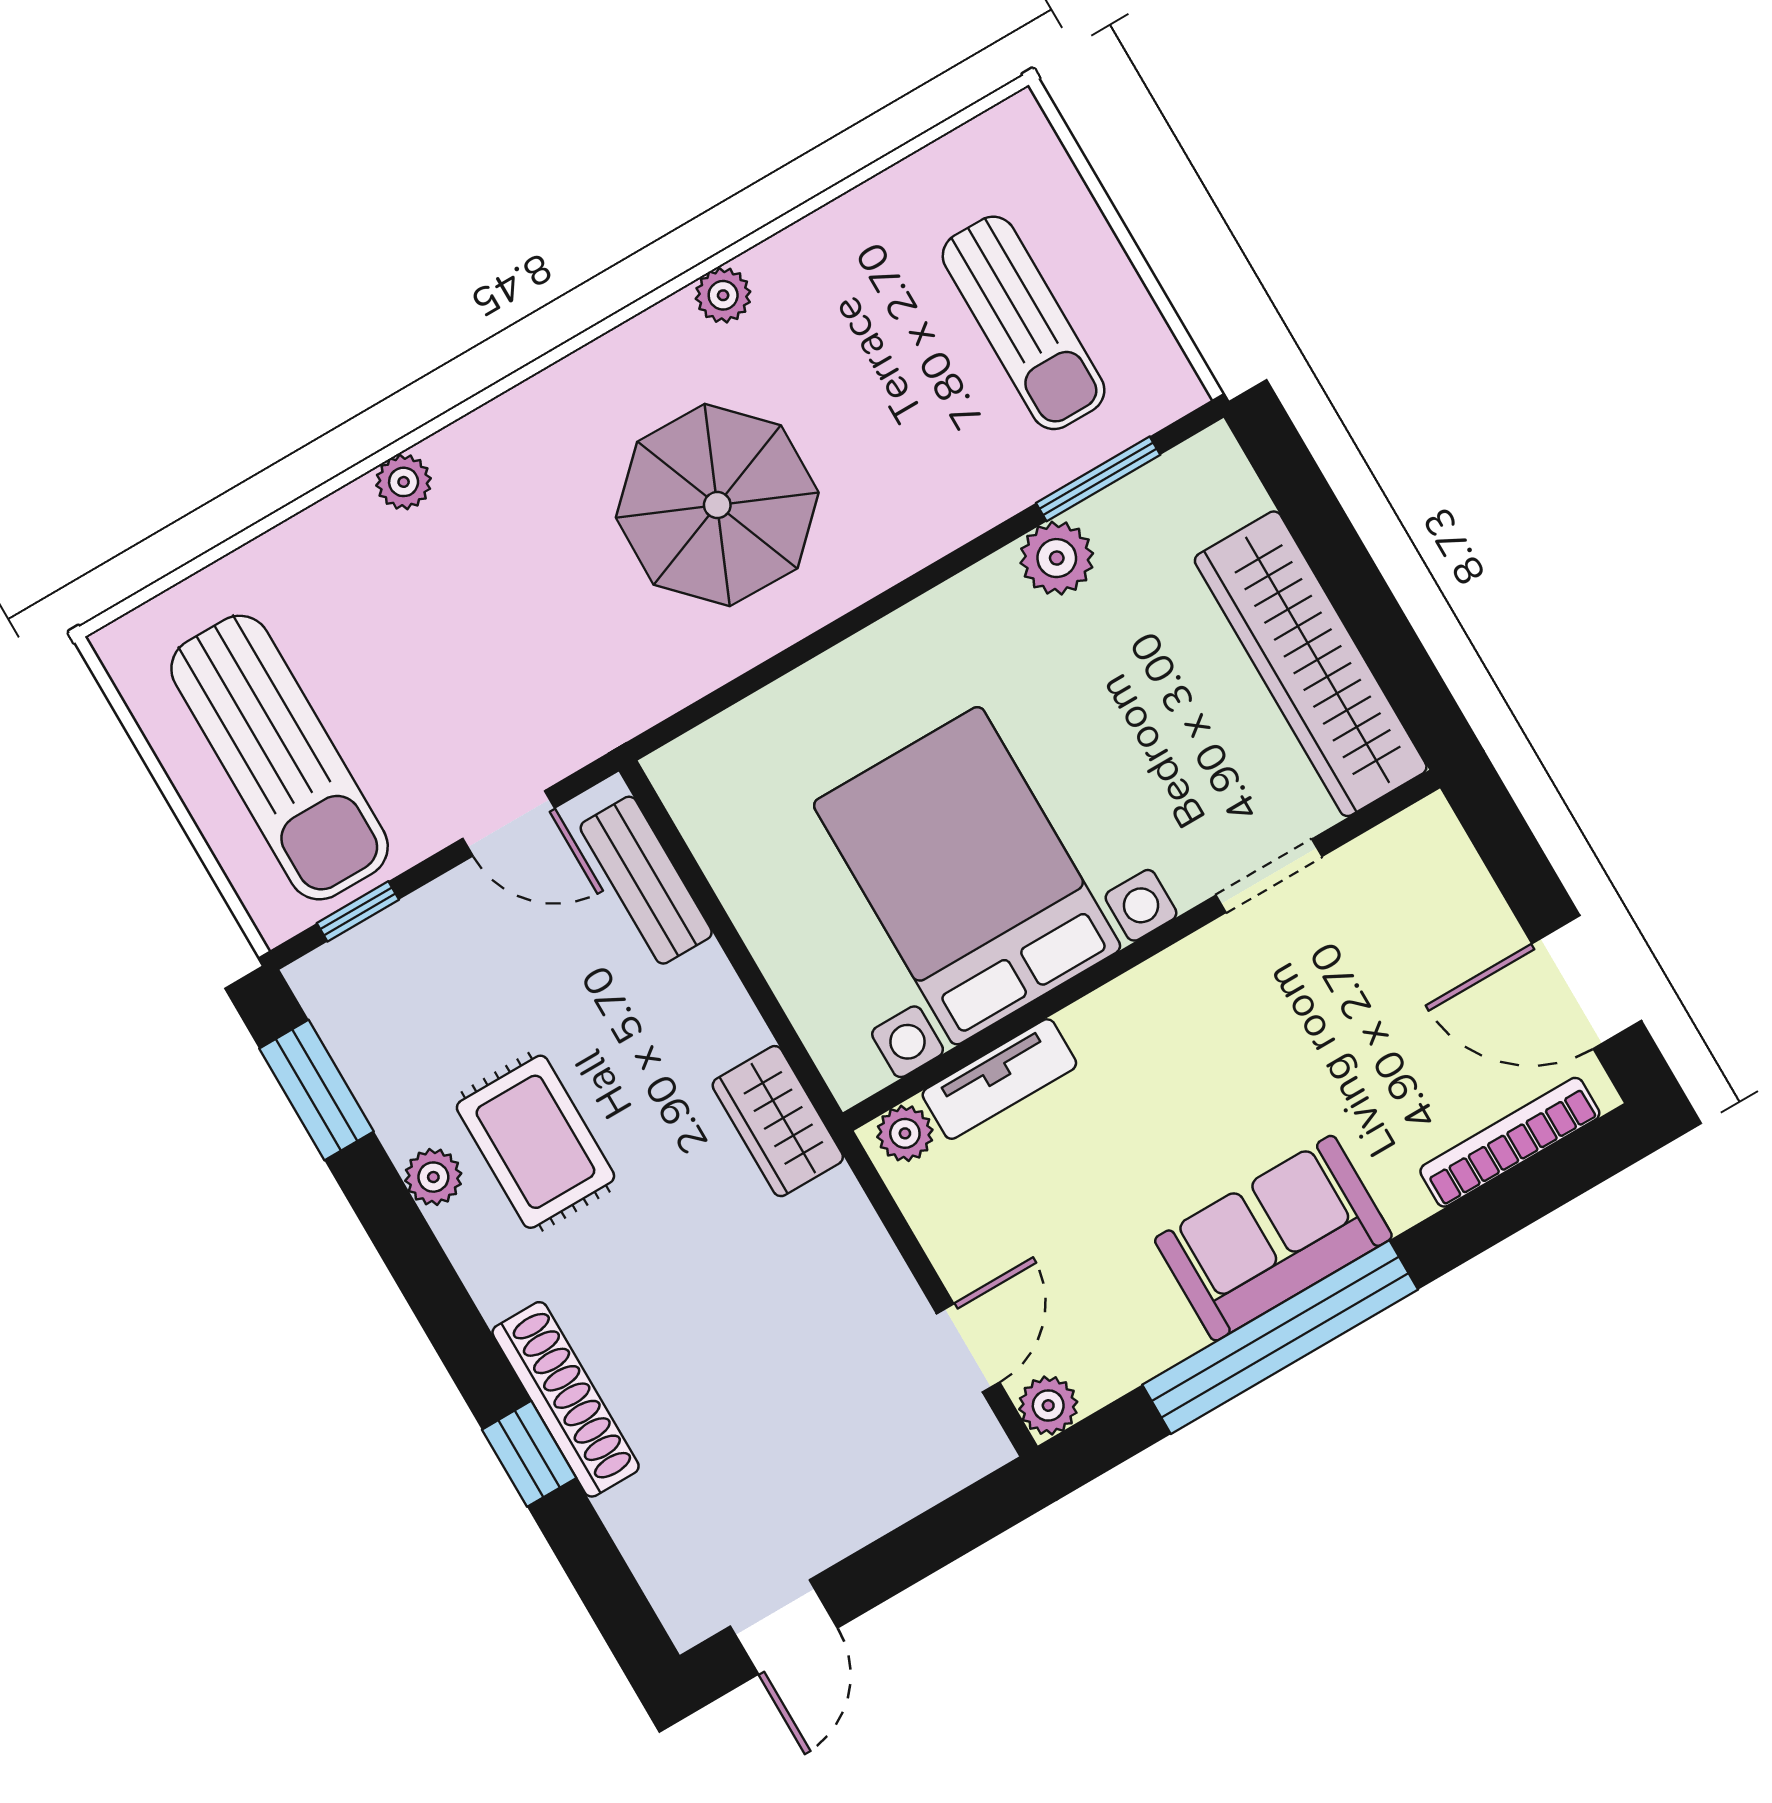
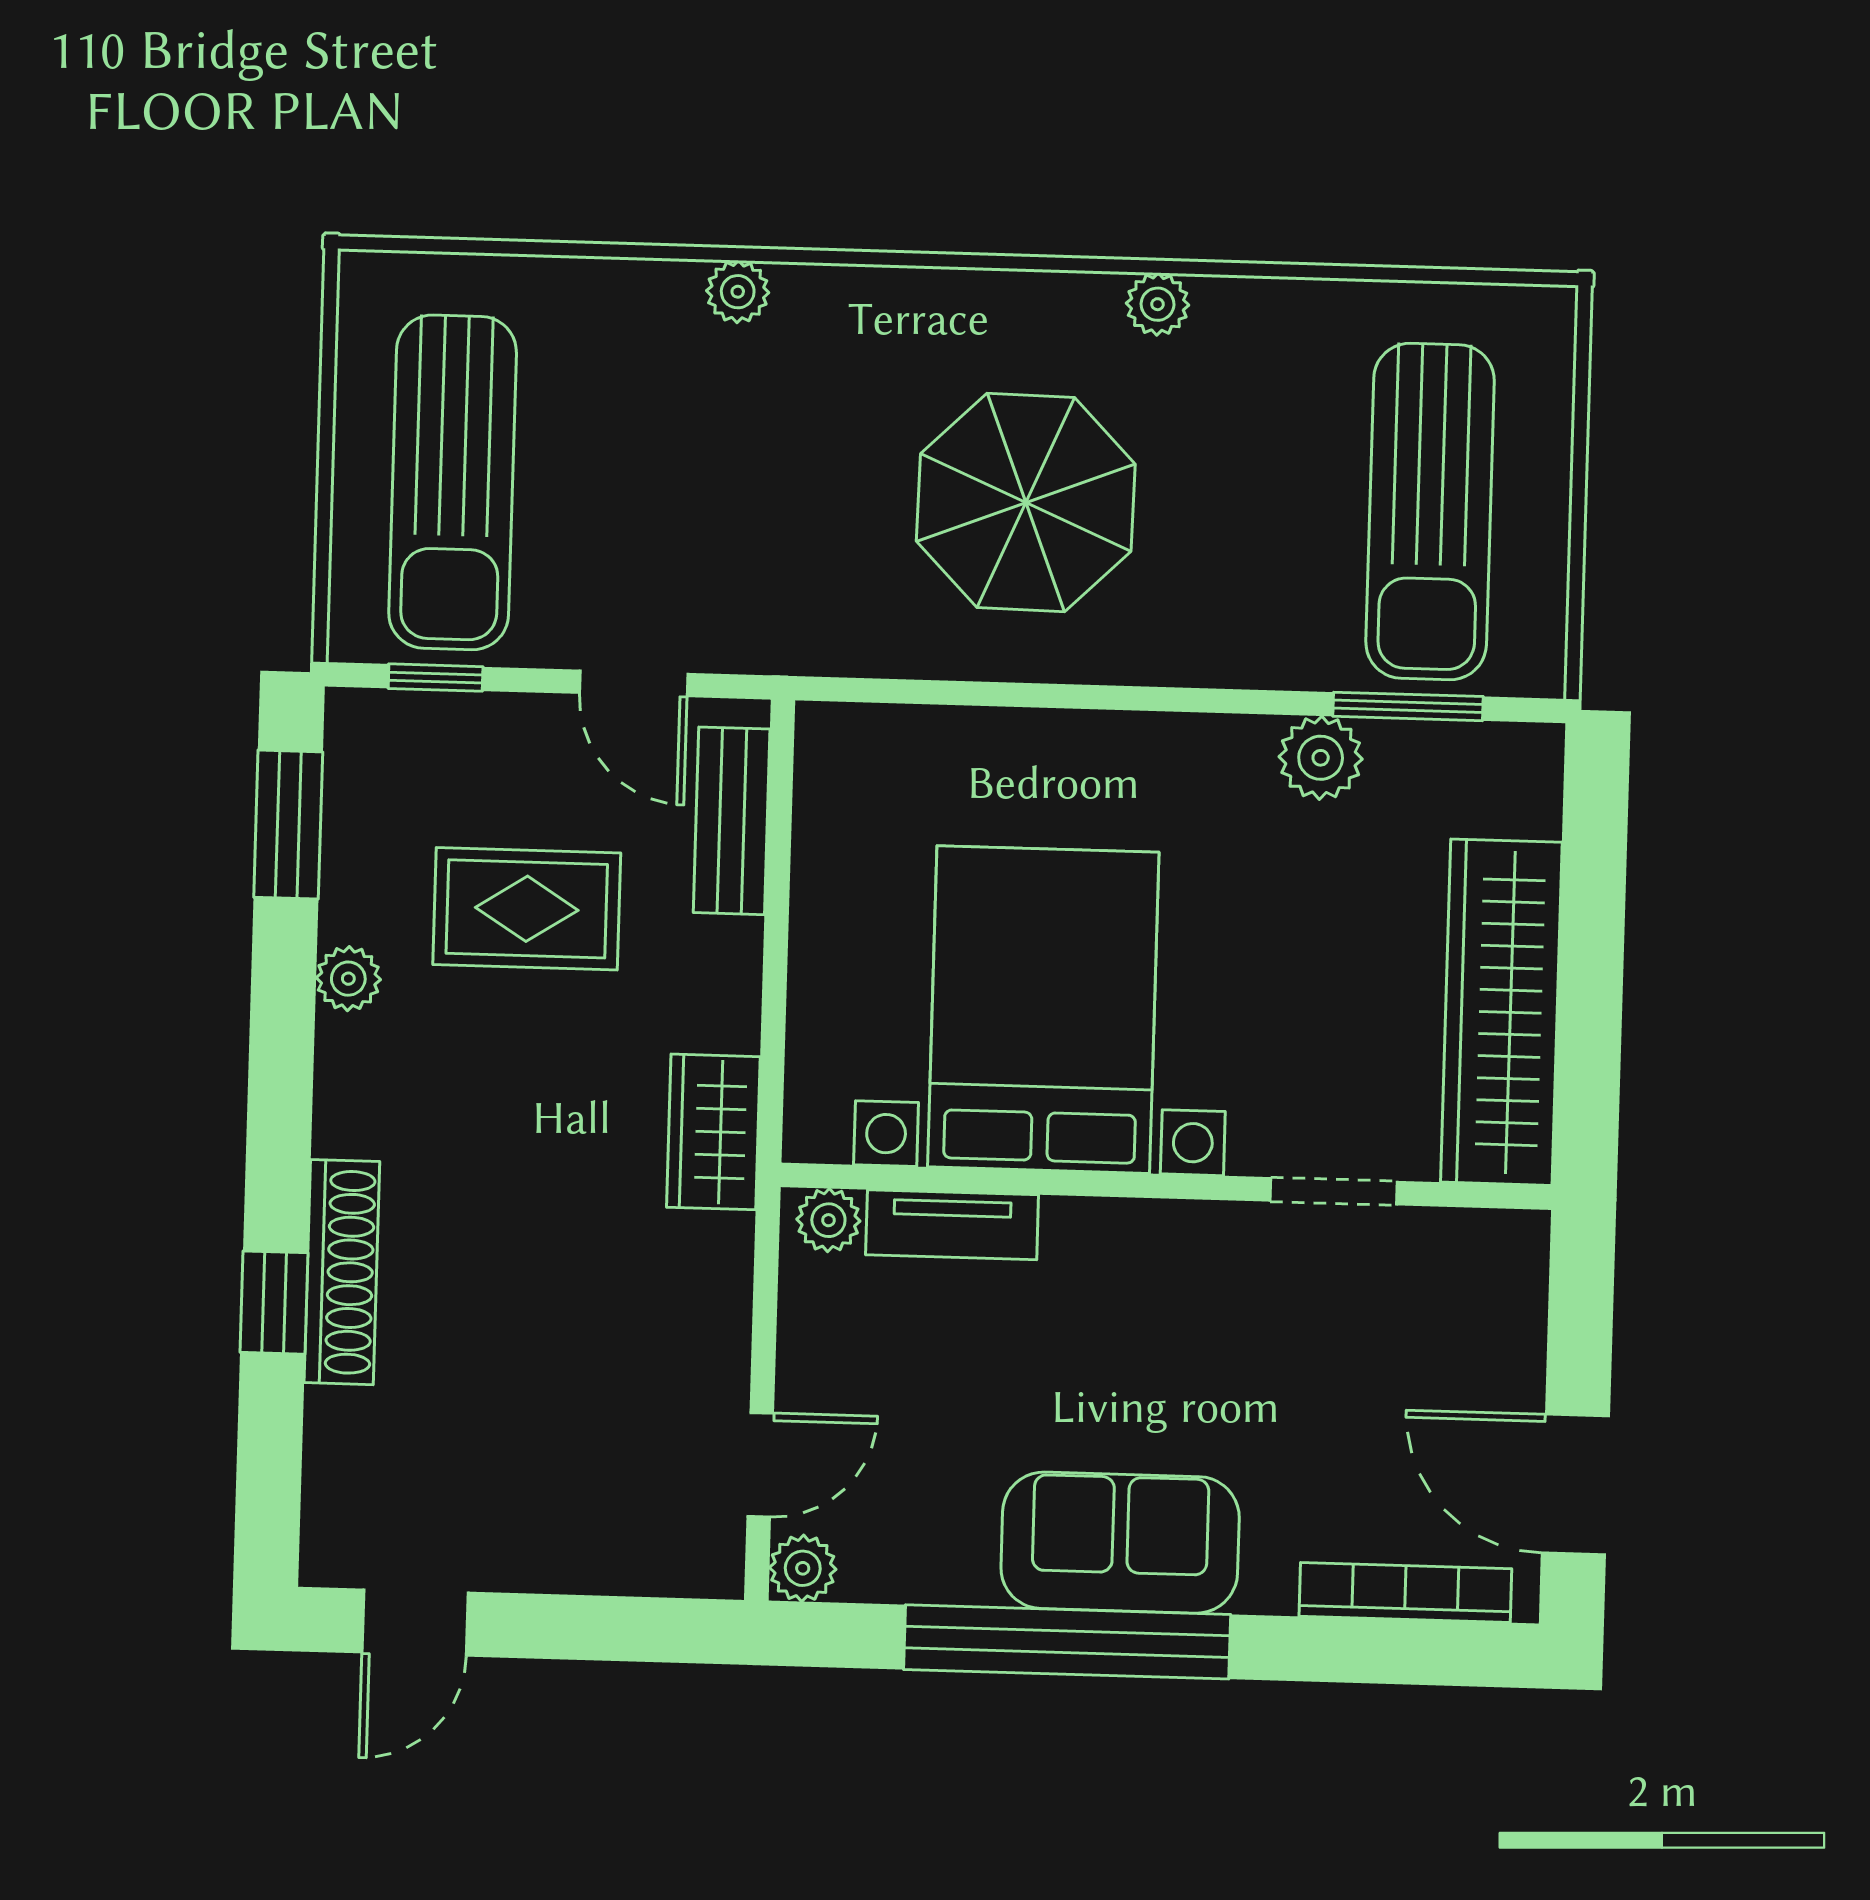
sun lounger: (1024, 323) -> (1430, 511), width x1.36, depth x1.34
rug: (535, 1142) -> (527, 909), moved, turned 90

